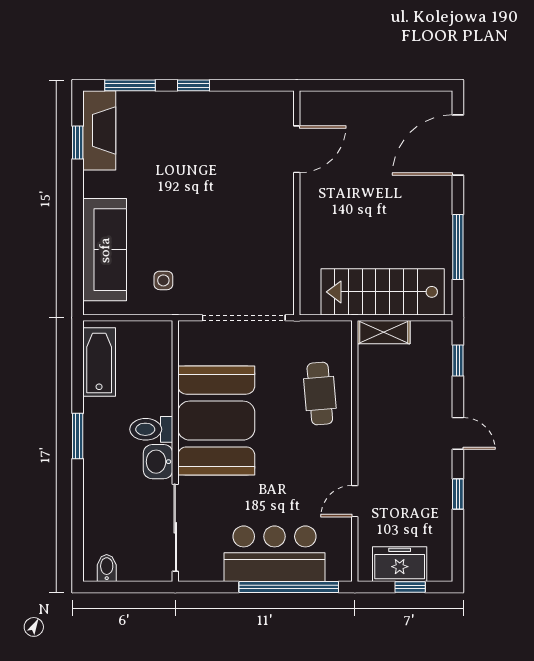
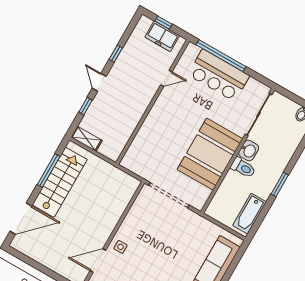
side table: (163, 280) -> (120, 247), moved
stairs: (383, 292) -> (60, 182), moved, turned -90
shelving: (384, 332) -> (87, 139), moved
window: (458, 360) -> (86, 106), moved
cafe table: (320, 394) -> (154, 139), removed

